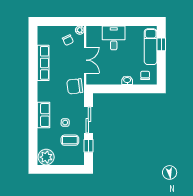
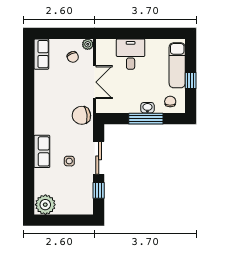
window: (161, 44) -> (191, 81), moved
row of seats: (43, 63) -> (41, 54), moved, width x0.68
window: (126, 89) -> (146, 119), added
coffee table: (70, 140) -> (75, 183), removed

